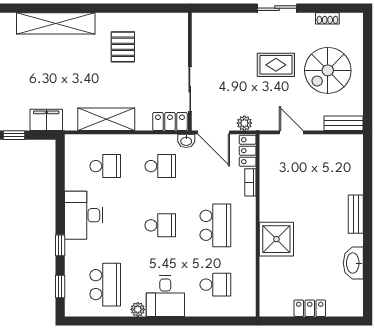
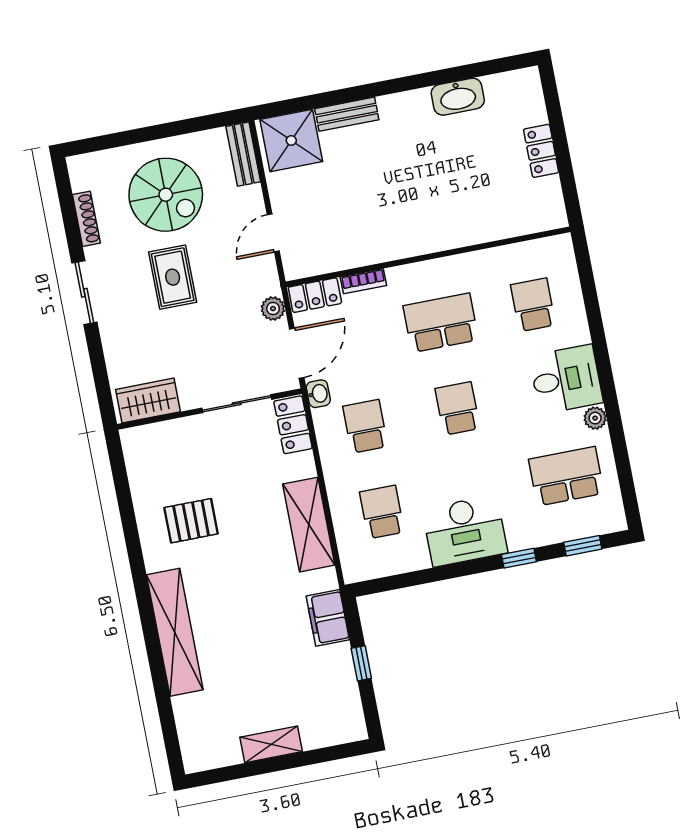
shoe rack: (327, 18) -> (86, 219), width x1.43
wardrobe: (202, 35) -> (148, 401), added
bench: (356, 214) -> (347, 114), moved
shower: (276, 239) -> (291, 140), moved

